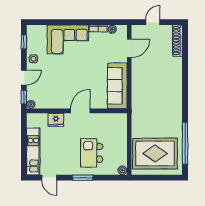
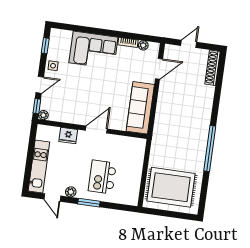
window: (185, 143) -> (210, 148), moved
plant: (122, 170) -> (71, 192), moved

